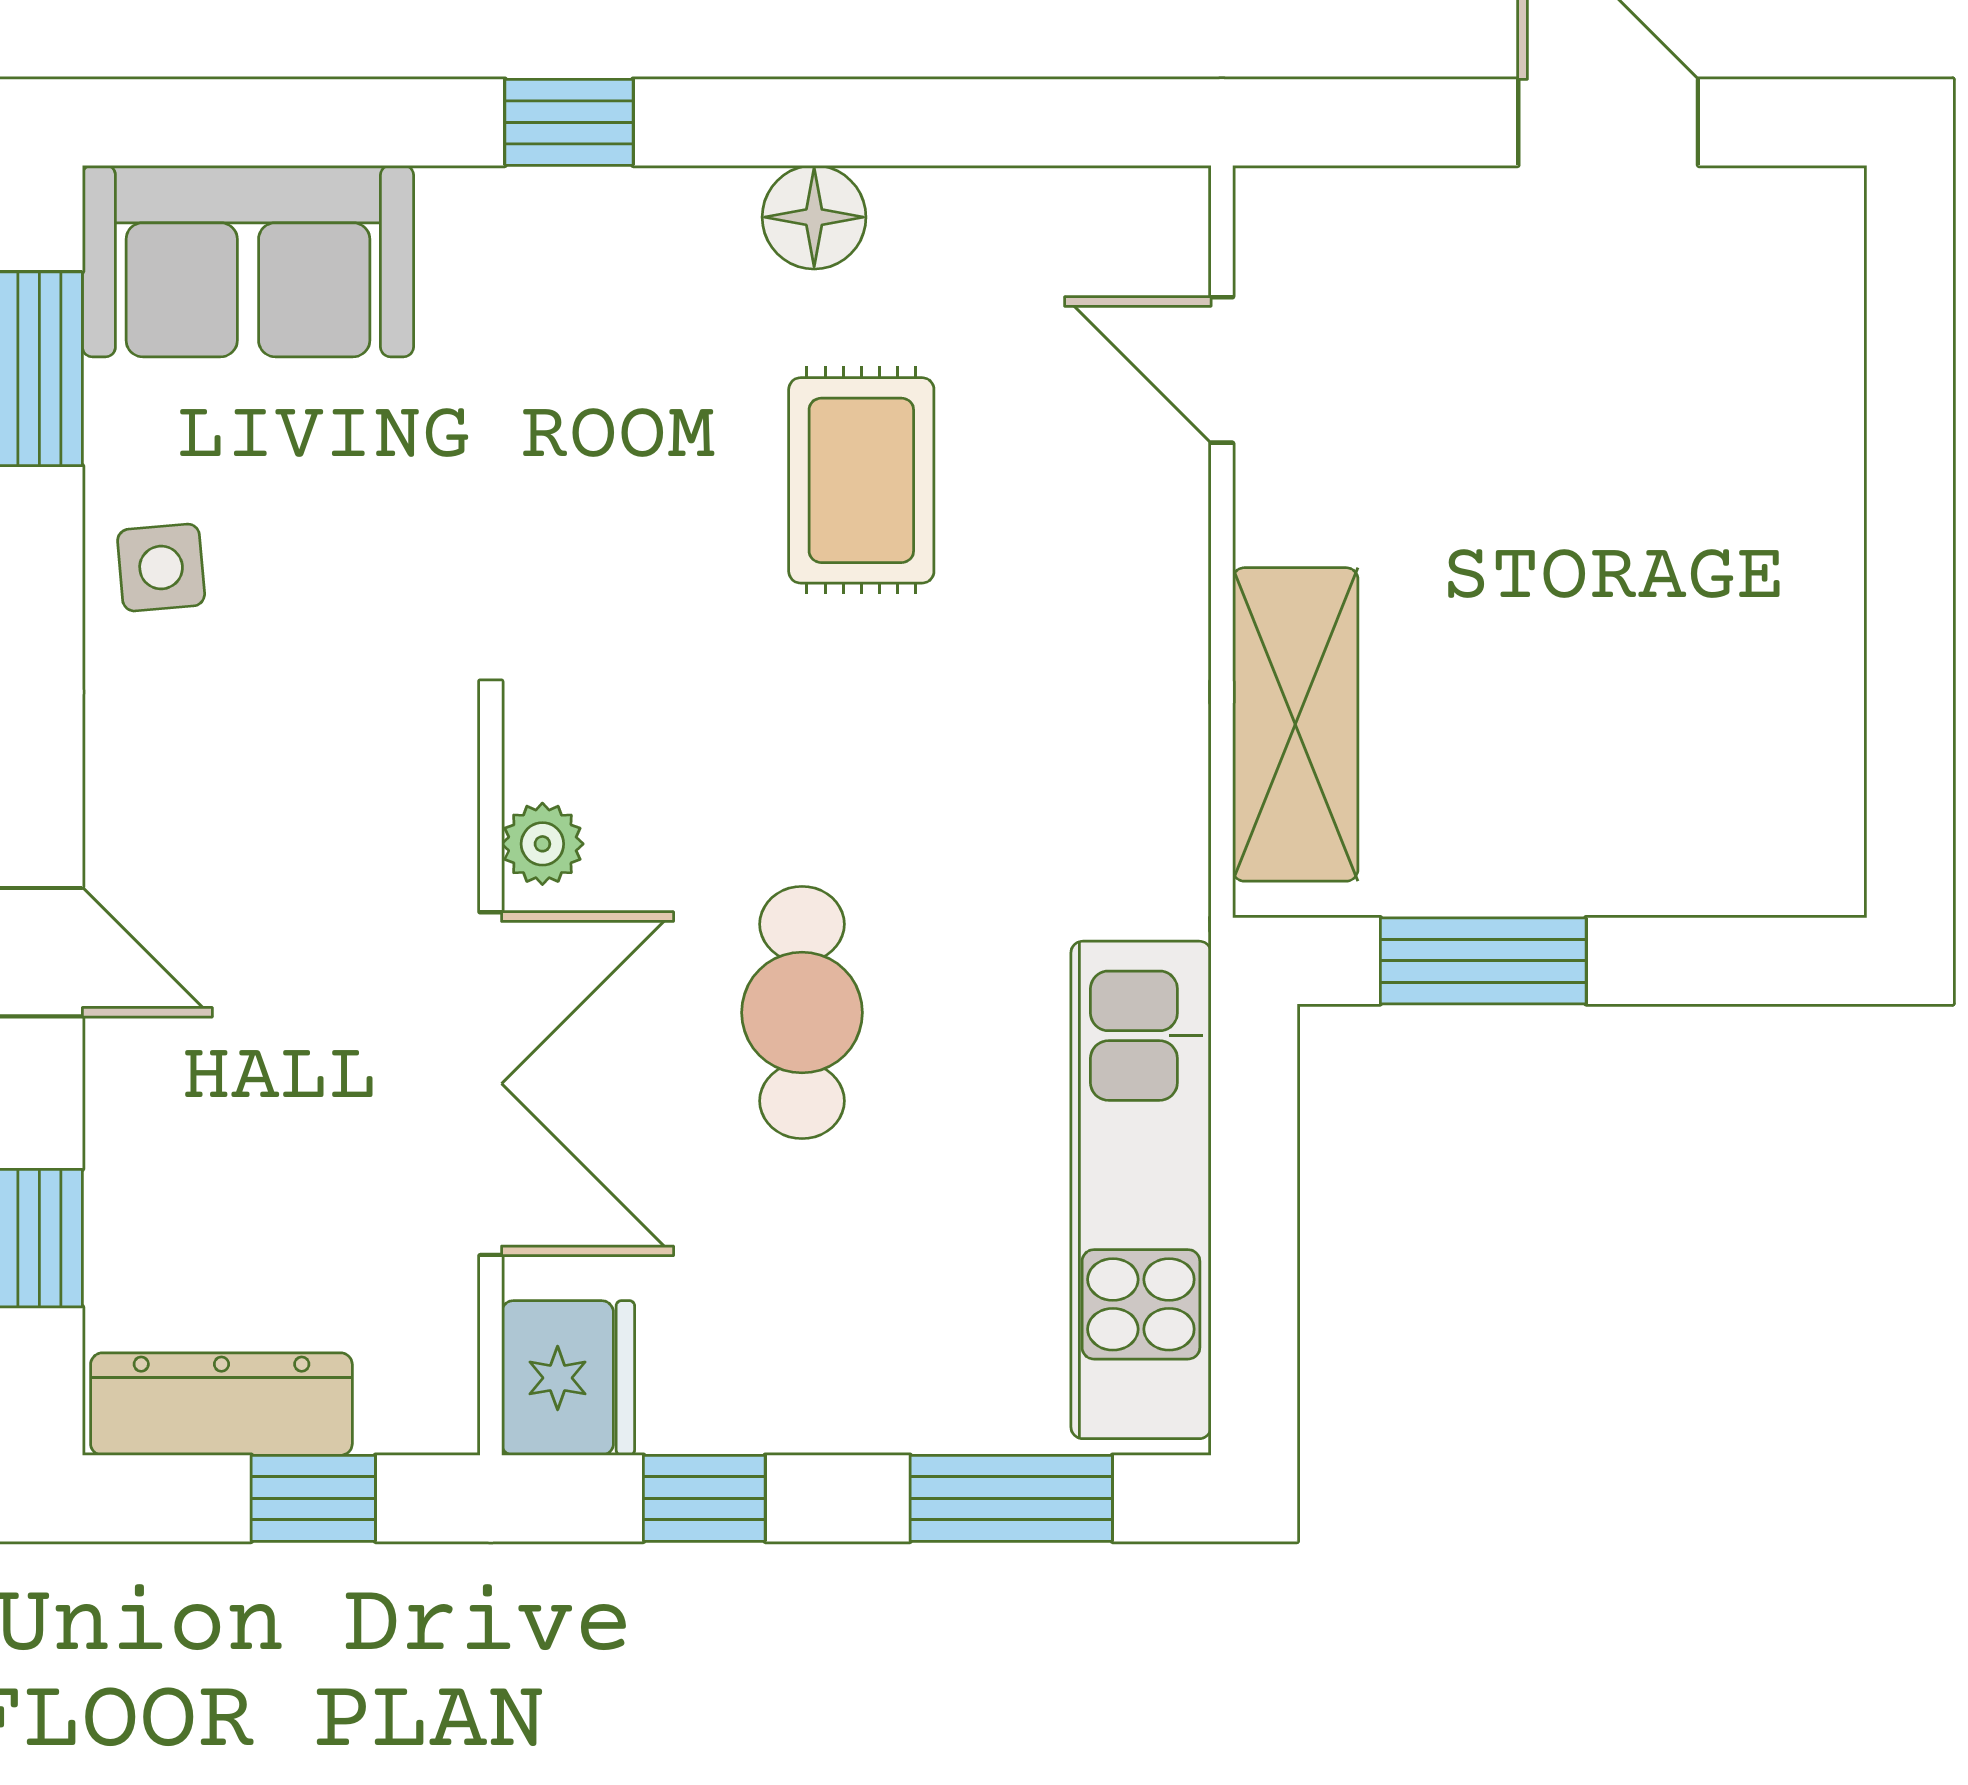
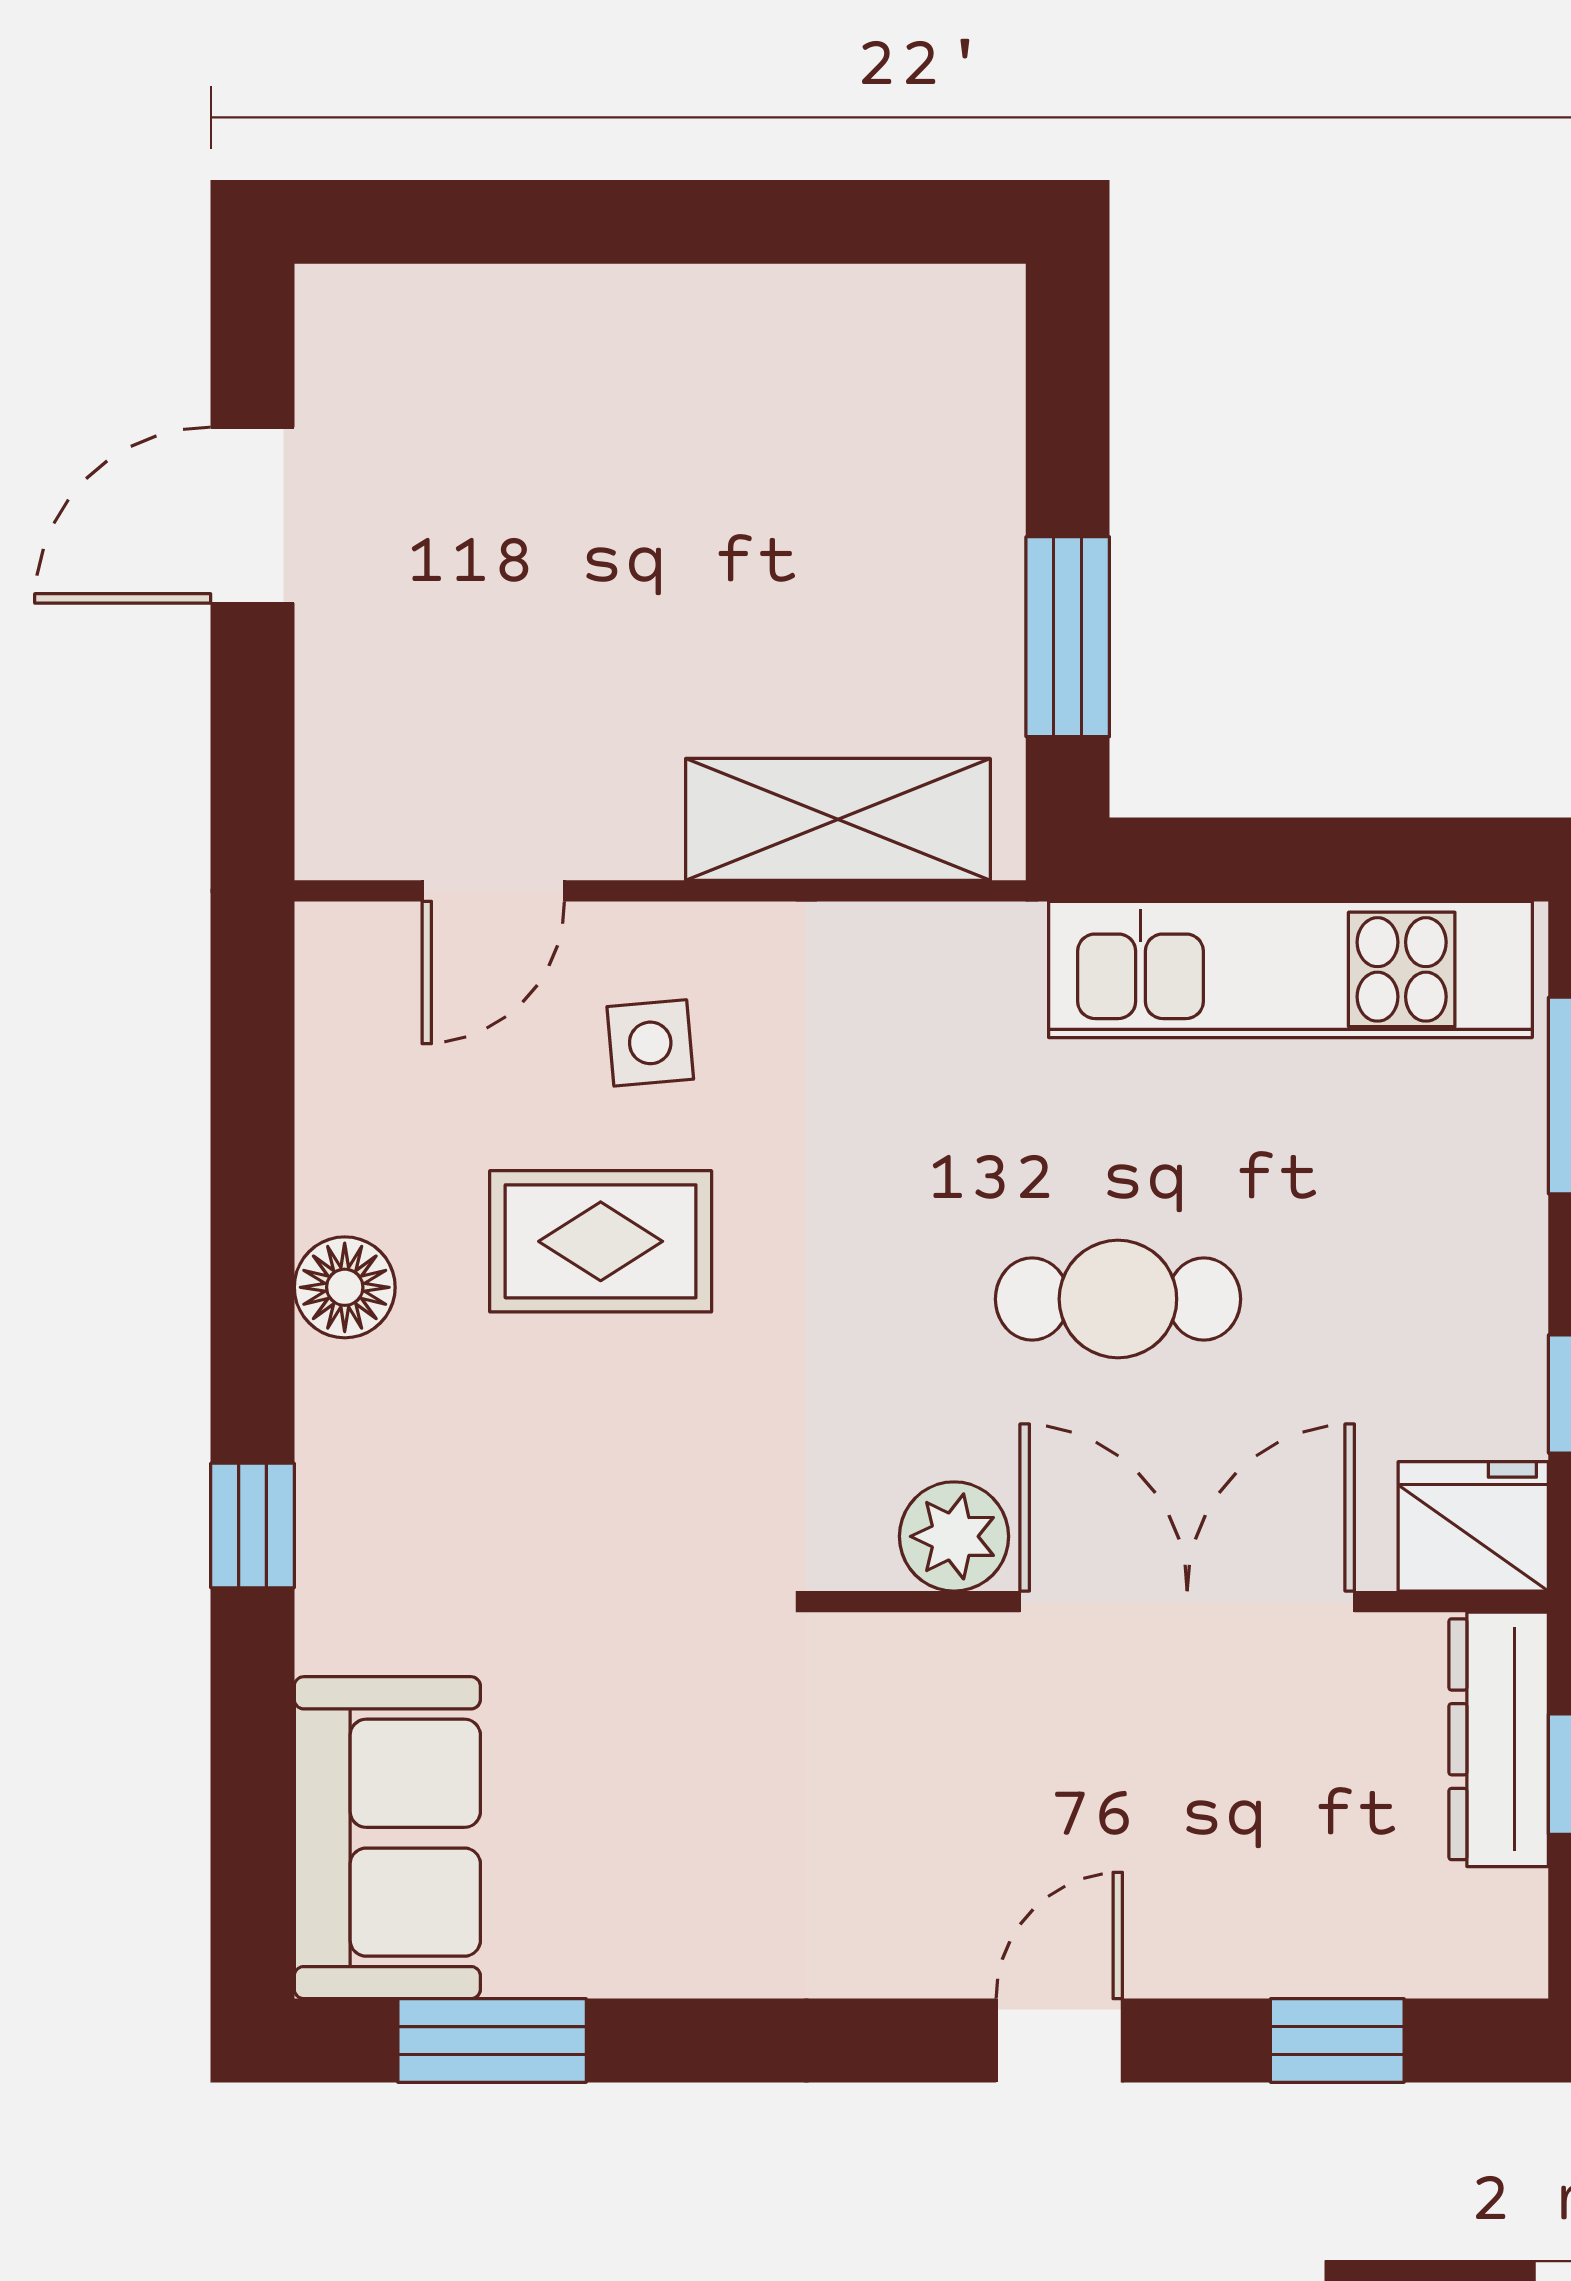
side table: (161, 568) -> (650, 1043), moved
plant: (542, 844) -> (954, 1536), width x1.38, depth x1.38
dresser: (221, 1404) -> (1499, 1739), moved

